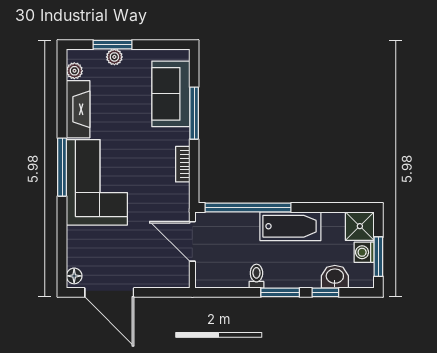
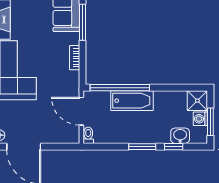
bathtub: (290, 226) -> (132, 101), moved
toilet: (256, 276) -> (88, 135), moved

